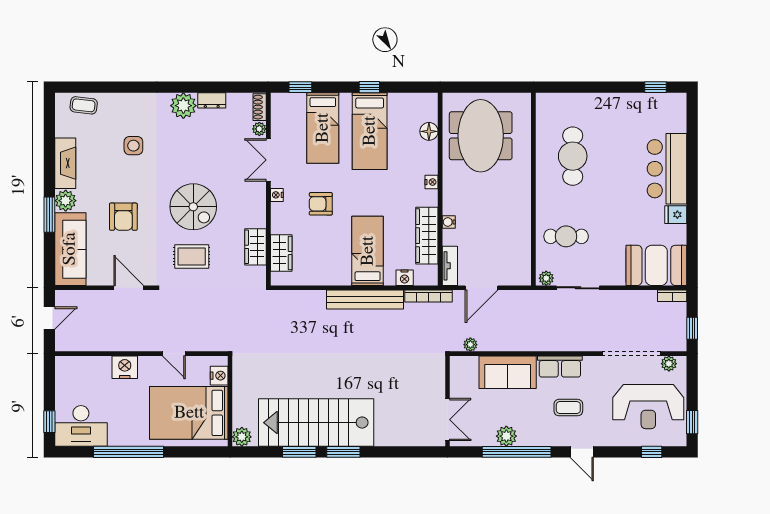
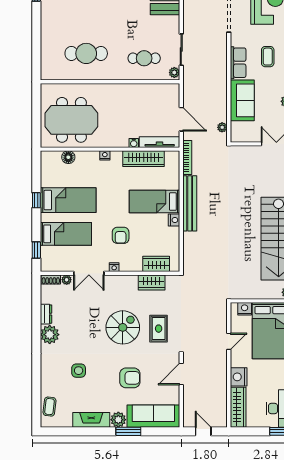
cafe table: (566, 236) -> (144, 58), turned 90
tv unit: (450, 266) -> (160, 142), width x1.41
nightstand: (405, 278) -> (174, 220), moved
wardrobe: (83, 367) -> (238, 407), added

